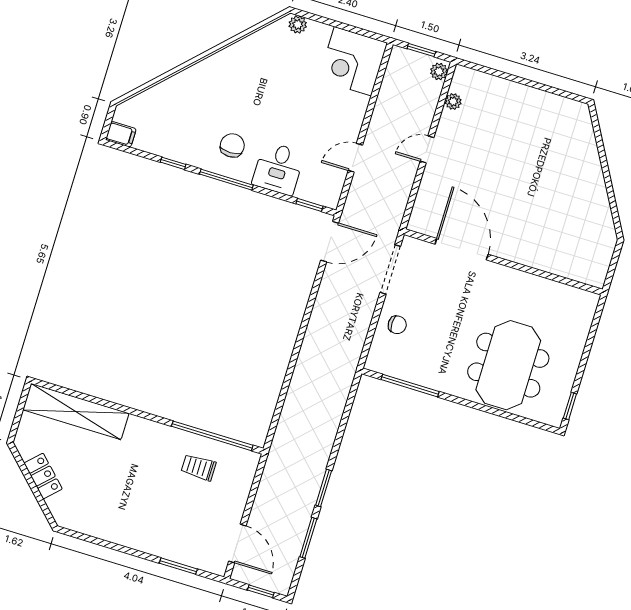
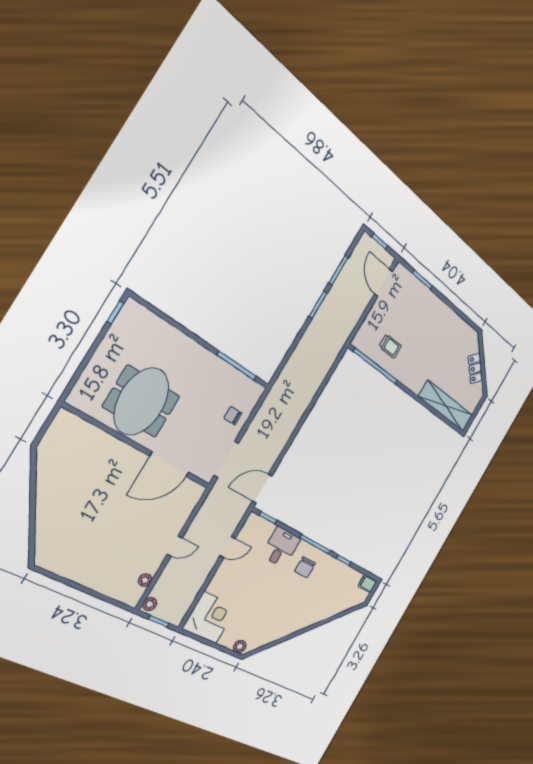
door: (462, 249) -> (169, 464), hinge flipped
meeting table: (508, 365) -> (142, 401), moved

